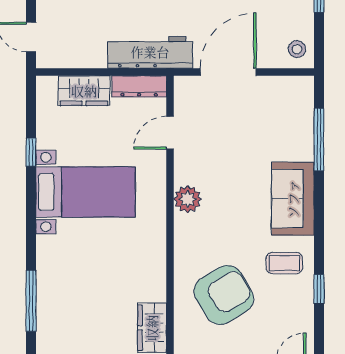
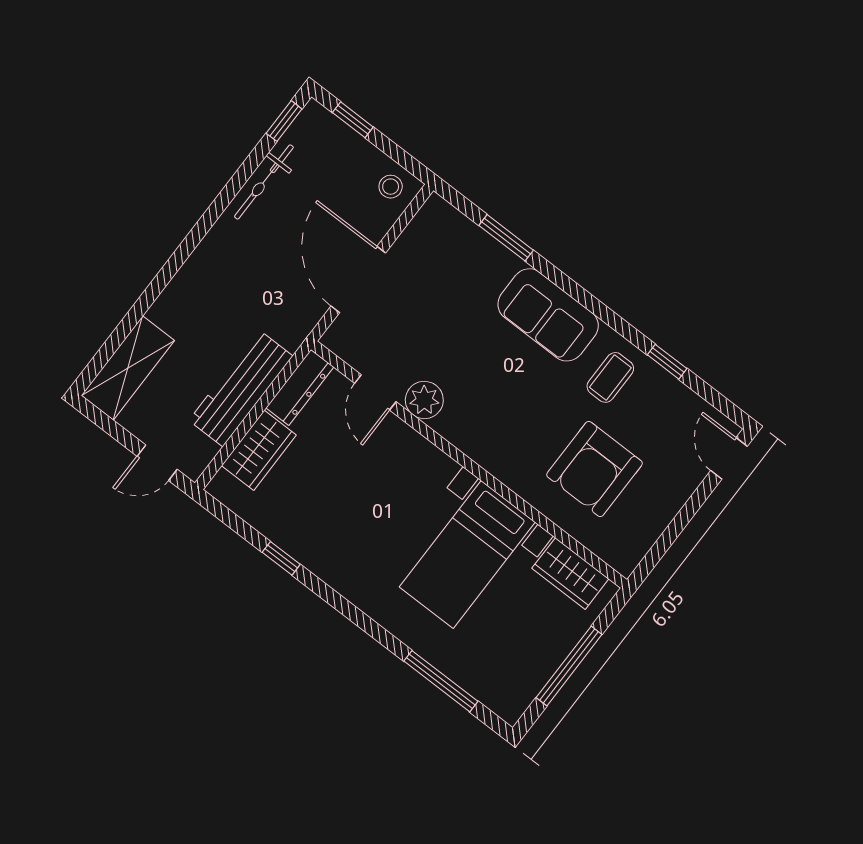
workbench: (150, 52) -> (241, 388), moved
window: (319, 140) -> (506, 238), width x0.69
bed with nightstands: (85, 192) -> (467, 555), moved, turned 180
plant: (188, 199) -> (424, 400), moved
armchair: (224, 295) -> (595, 469), turned -149

